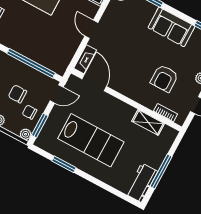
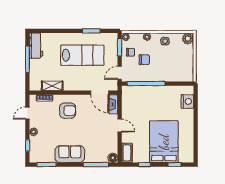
armchair: (164, 78) -> (68, 111), moved, turned 90
lab bench: (91, 140) -> (82, 55), turned 180

